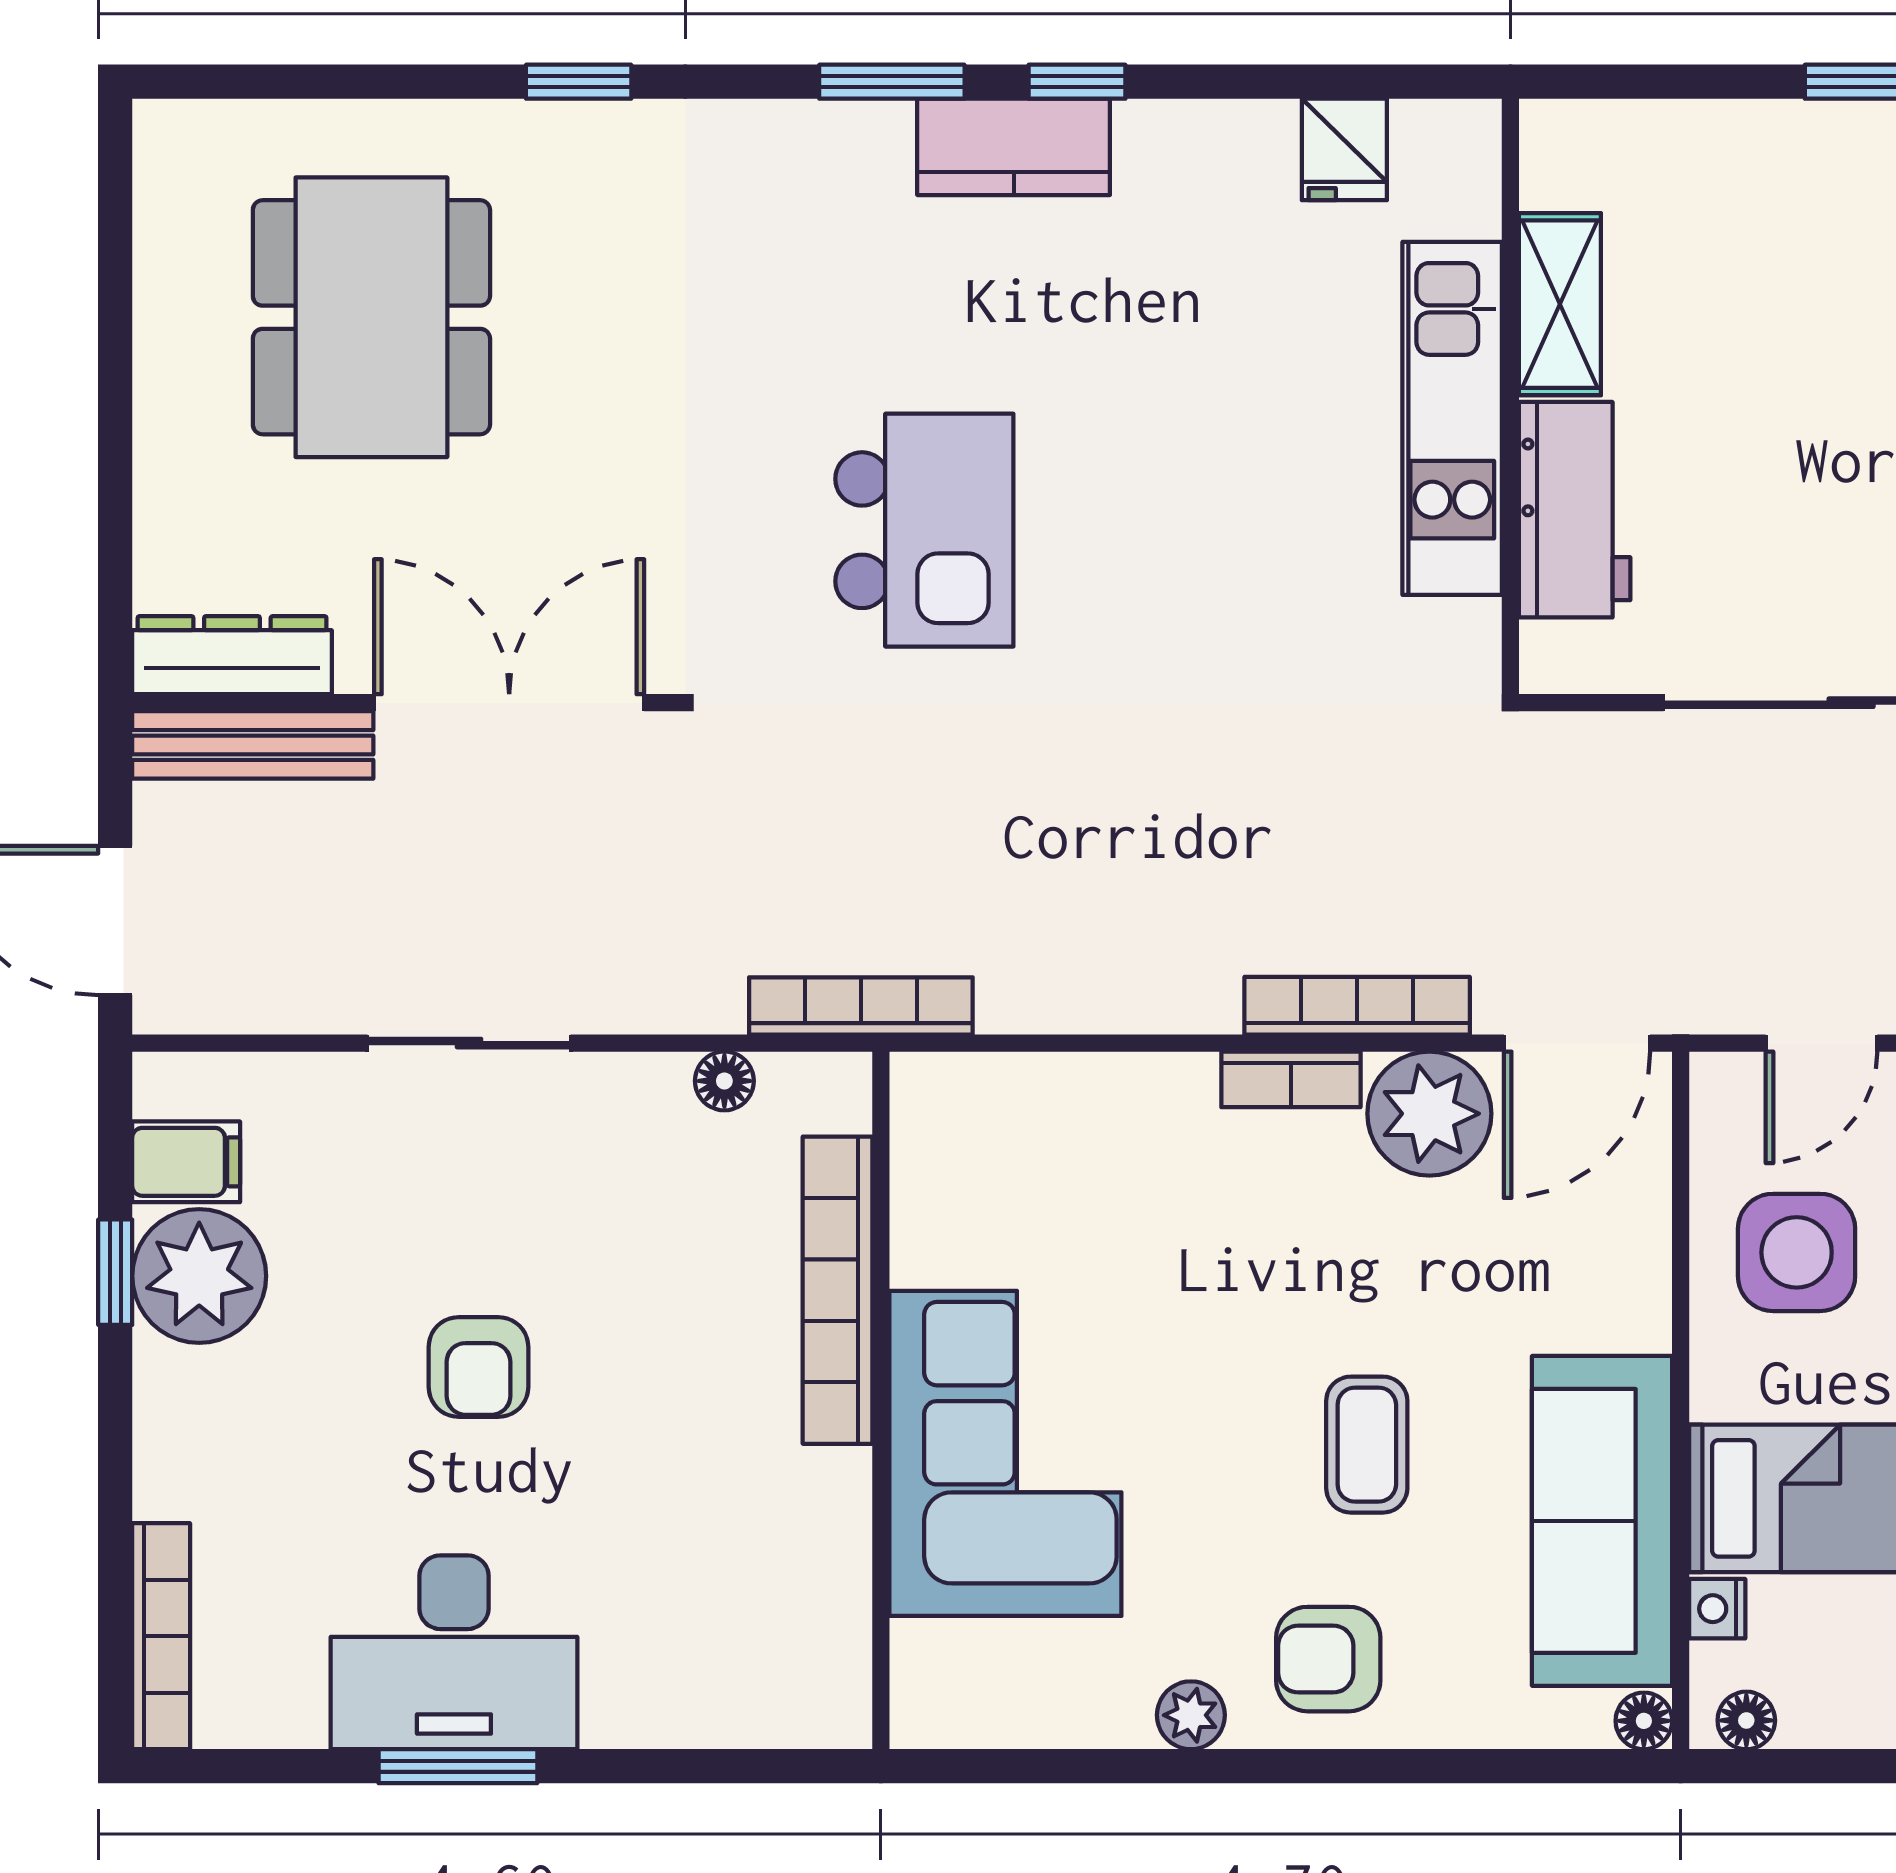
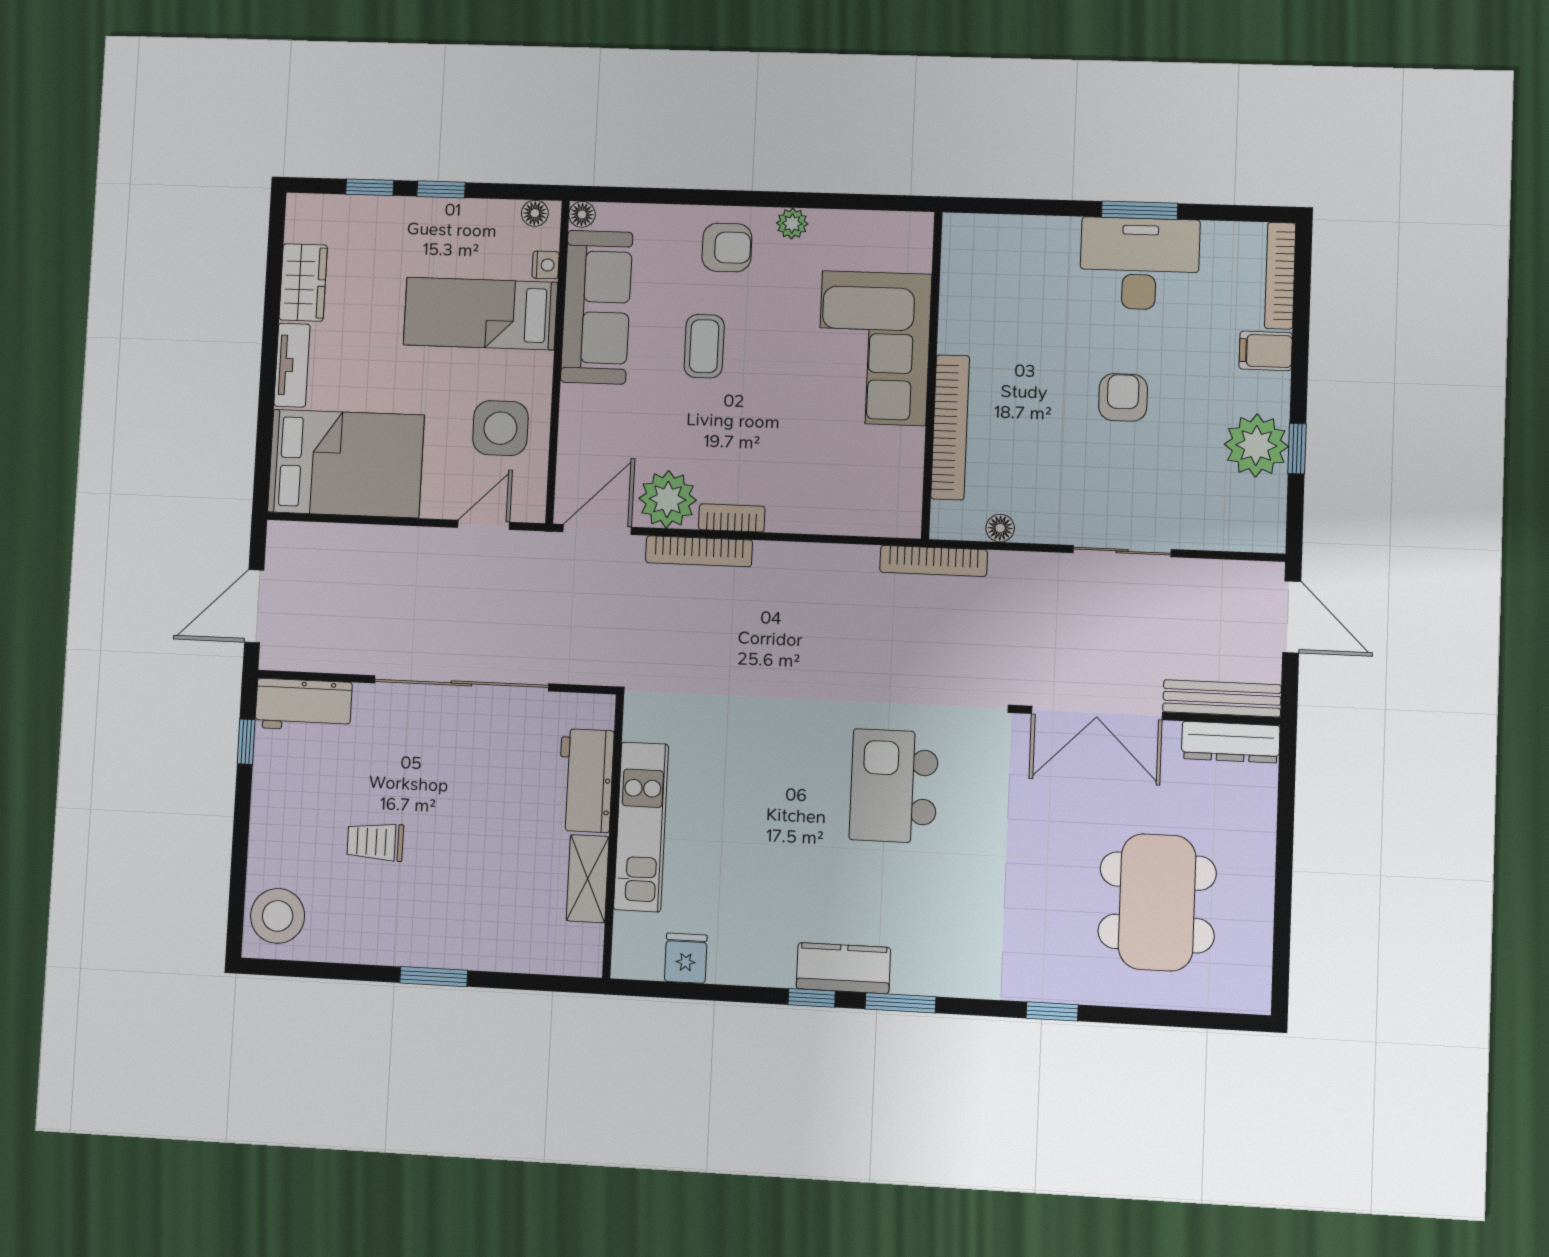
filing cabinet: (186, 1162) -> (1266, 351), moved

